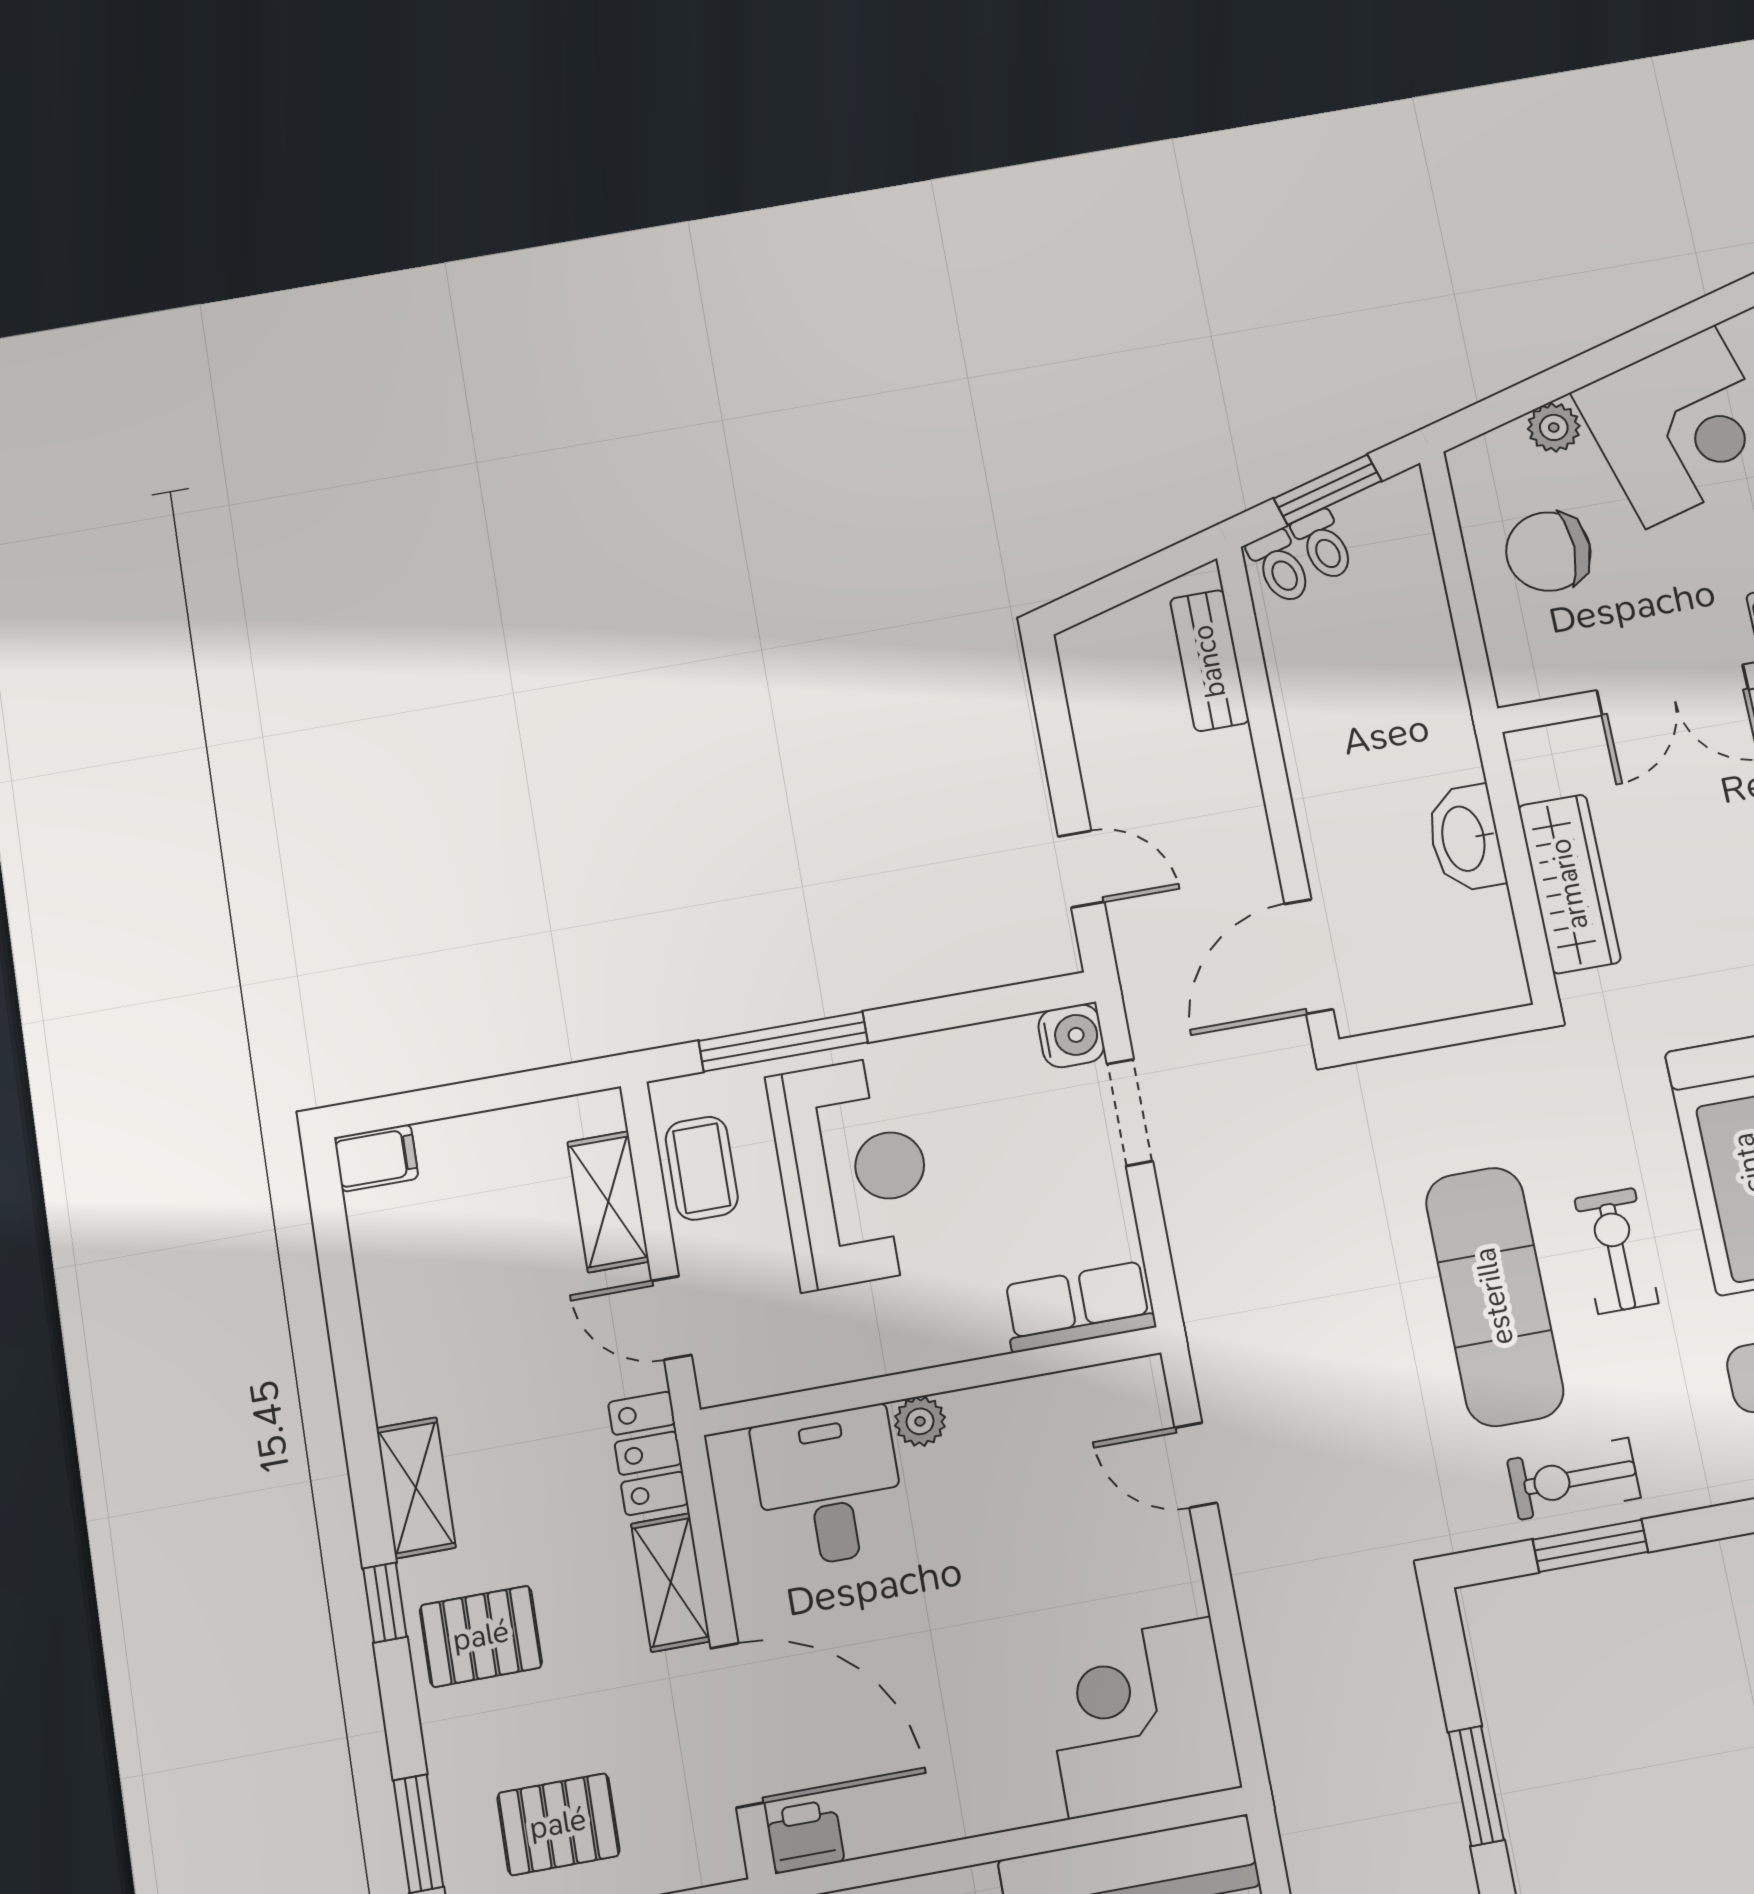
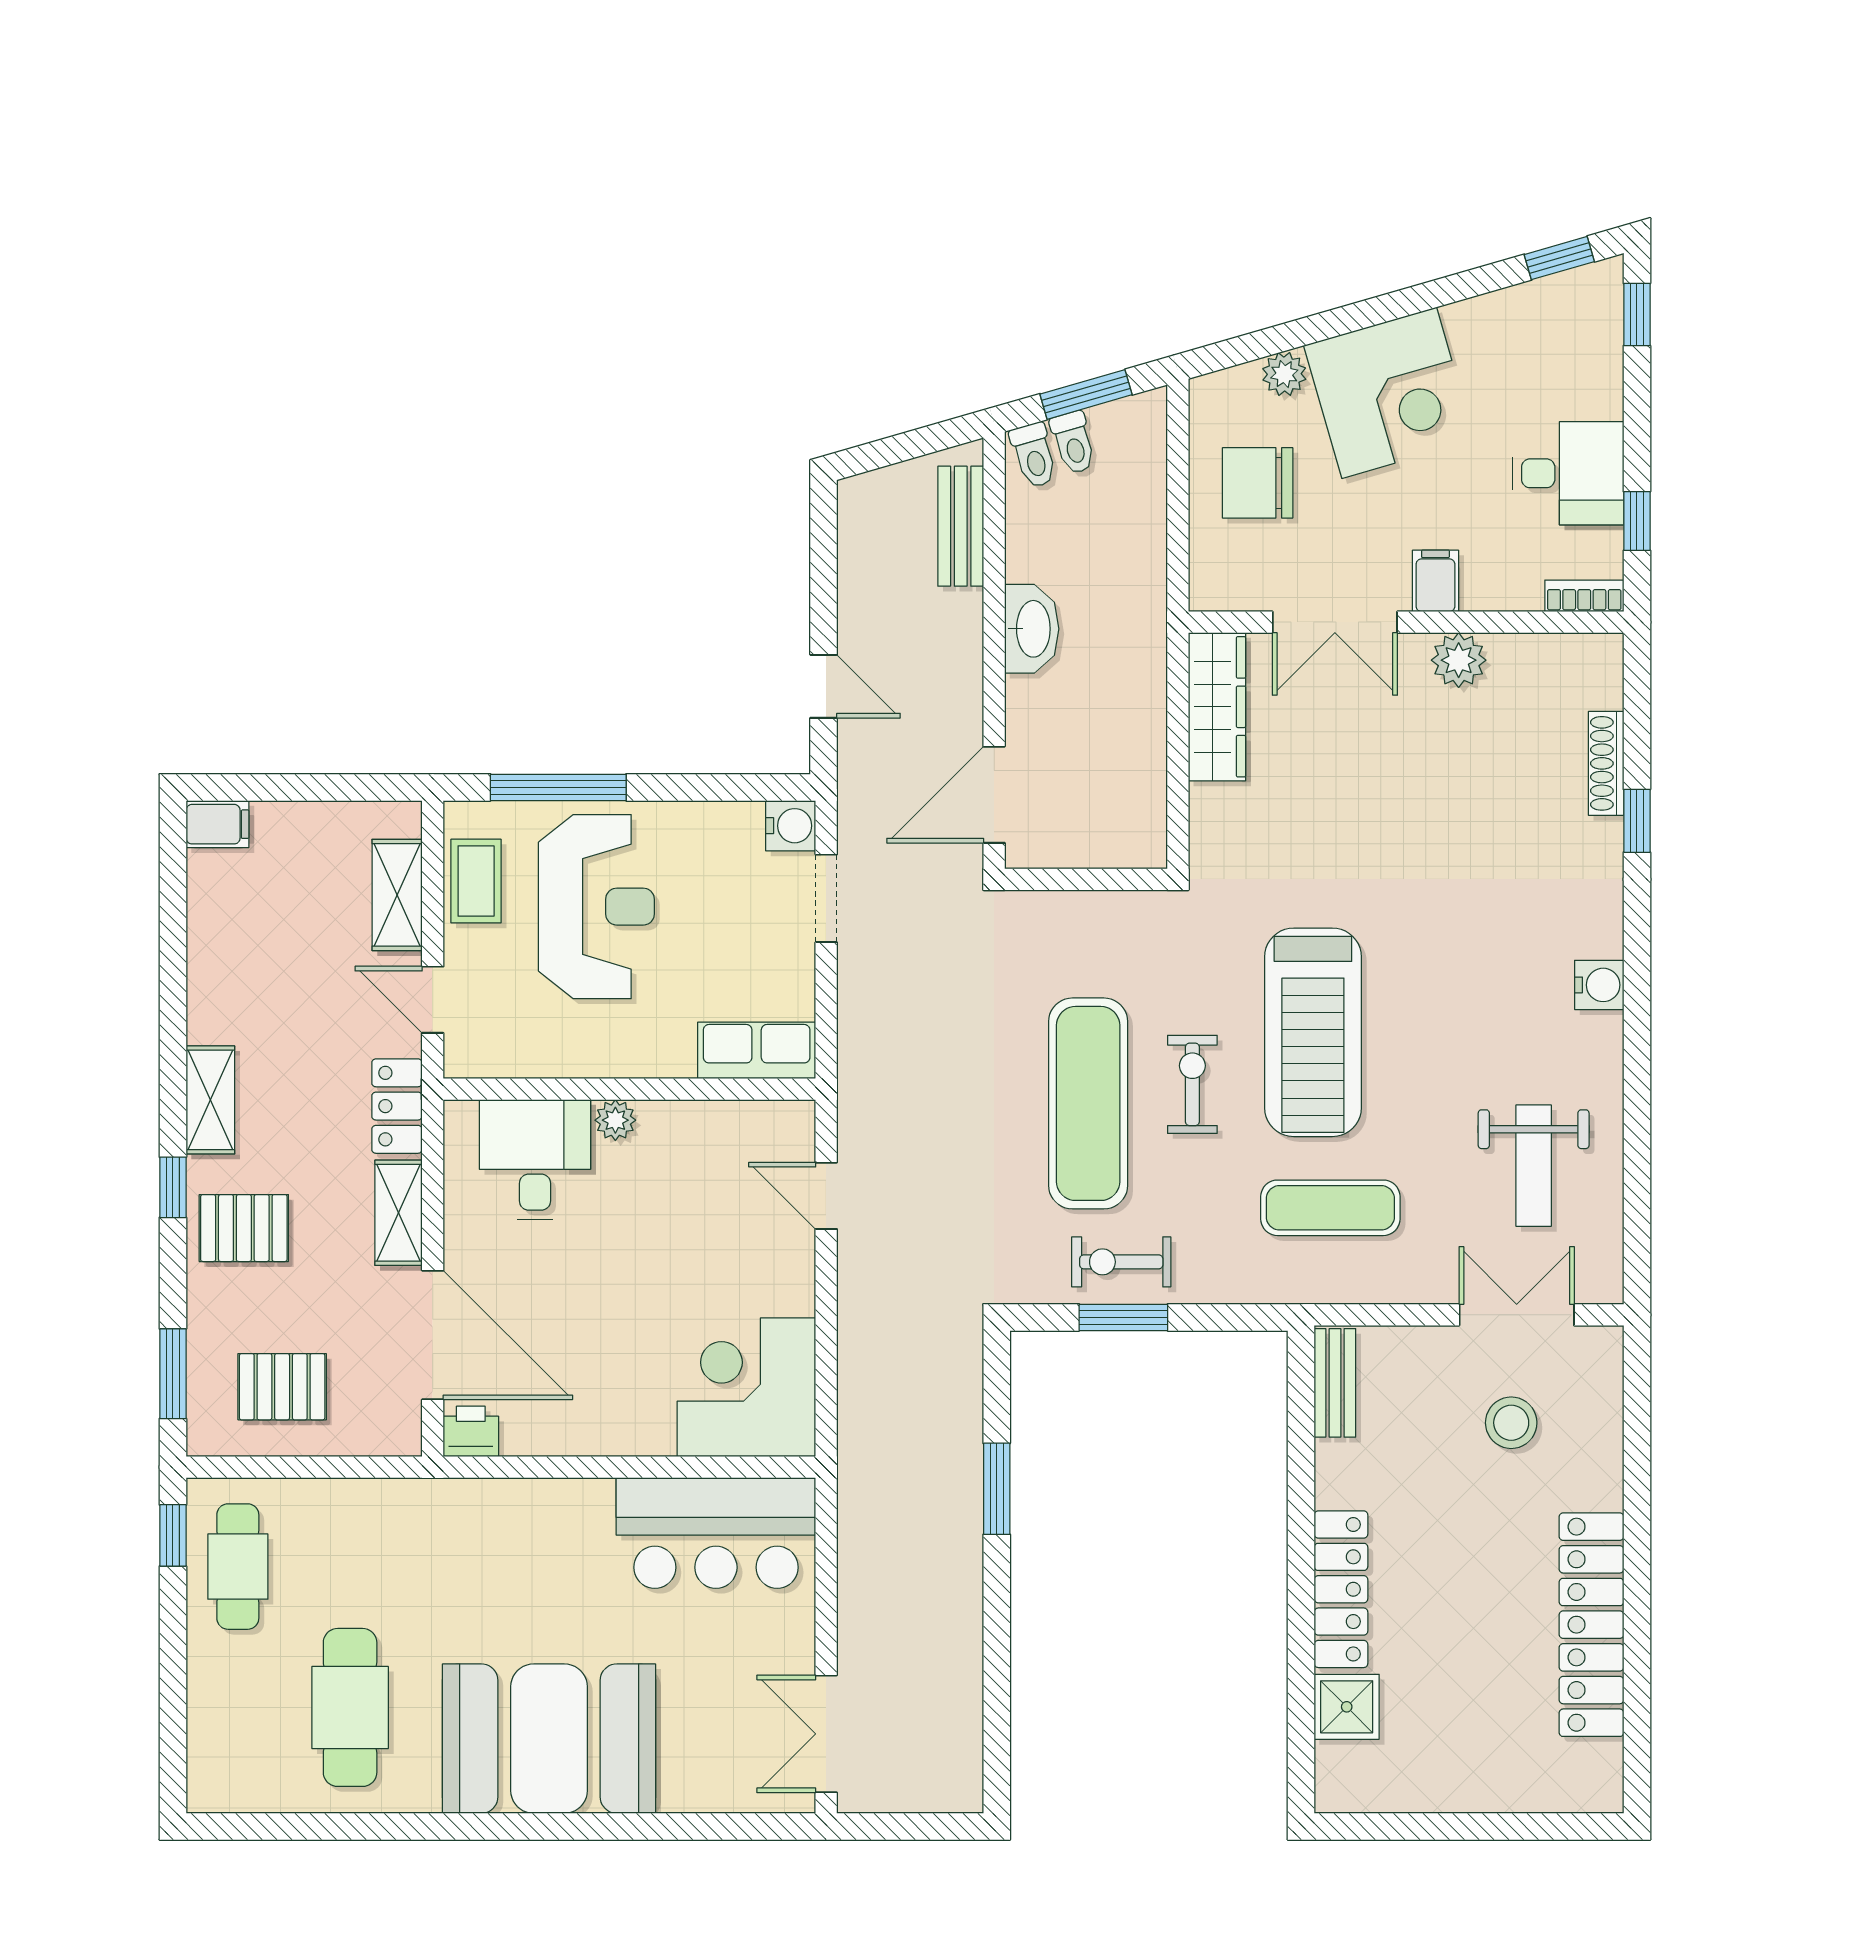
washbasin: (1465, 838) -> (1032, 629), moved, turned 180
wardrobe: (1569, 884) -> (1217, 707), moved

